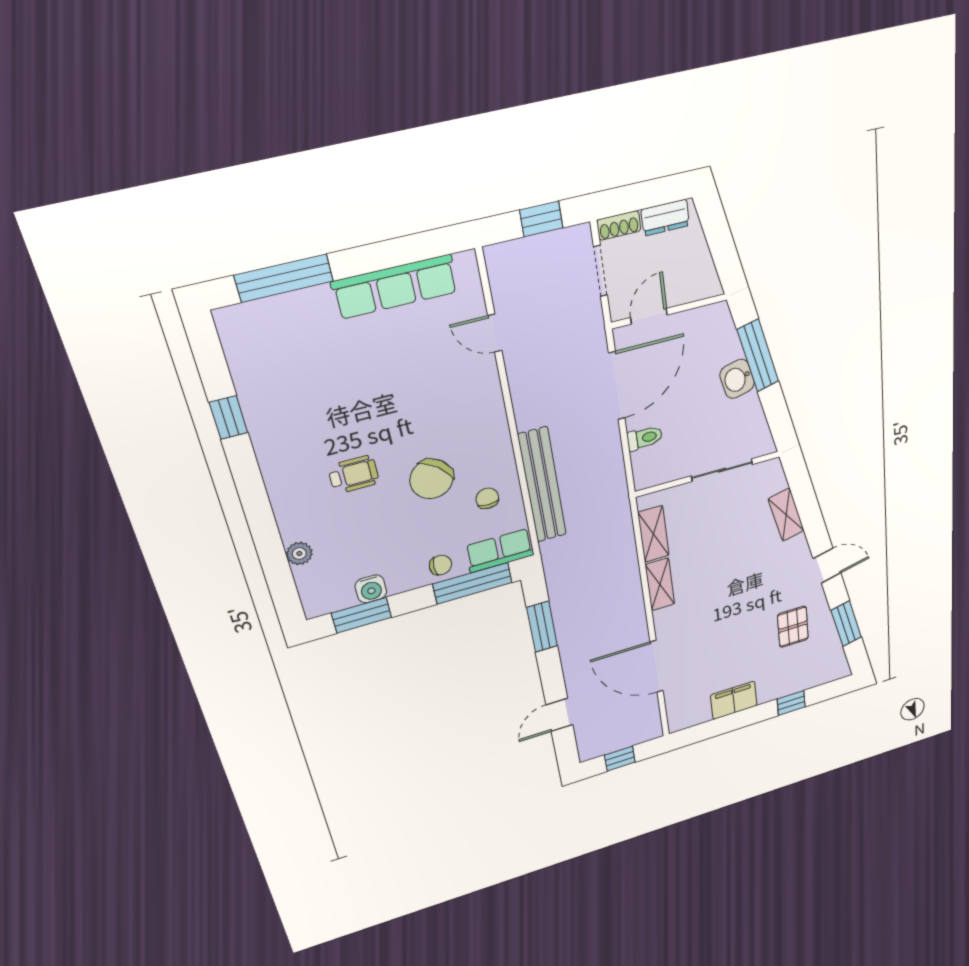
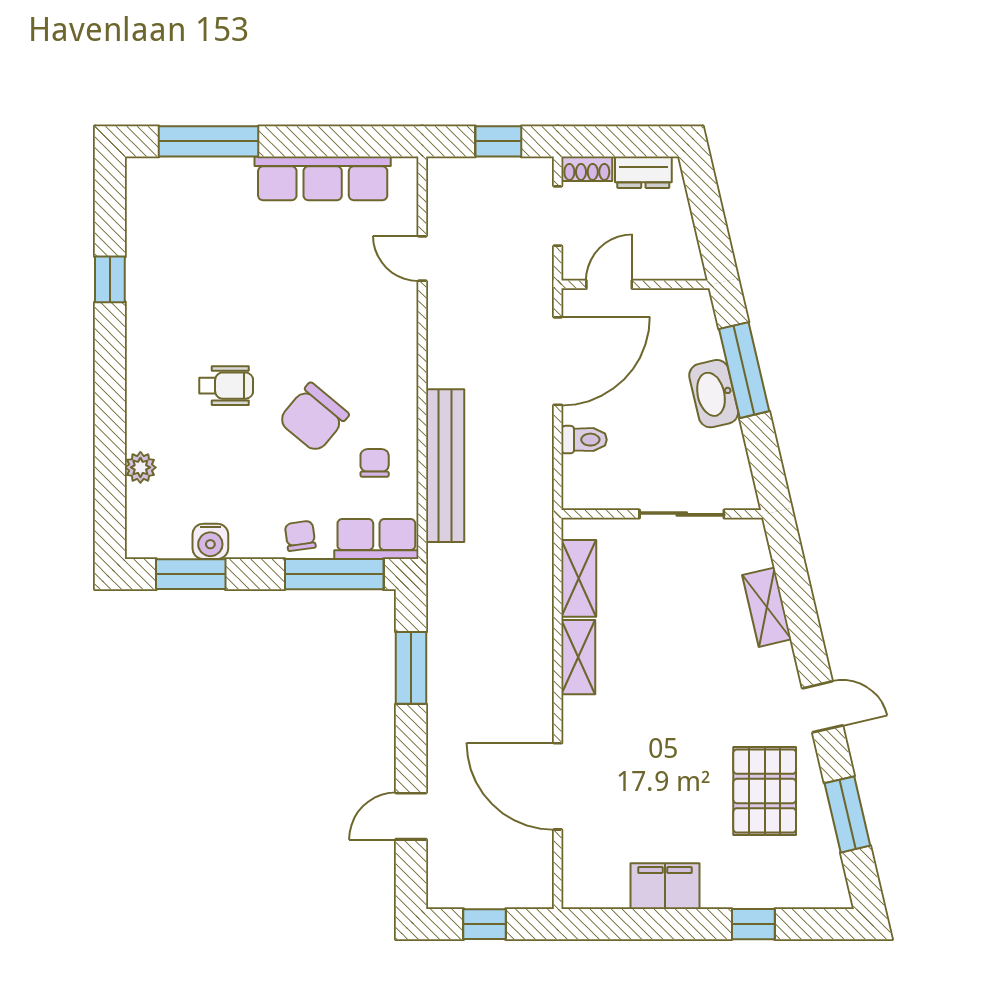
washbasin: (737, 379) -> (714, 394), width x1.38
chair: (441, 565) -> (300, 536), turned -98
pallet: (793, 627) -> (765, 791), width x1.50, depth x1.42

